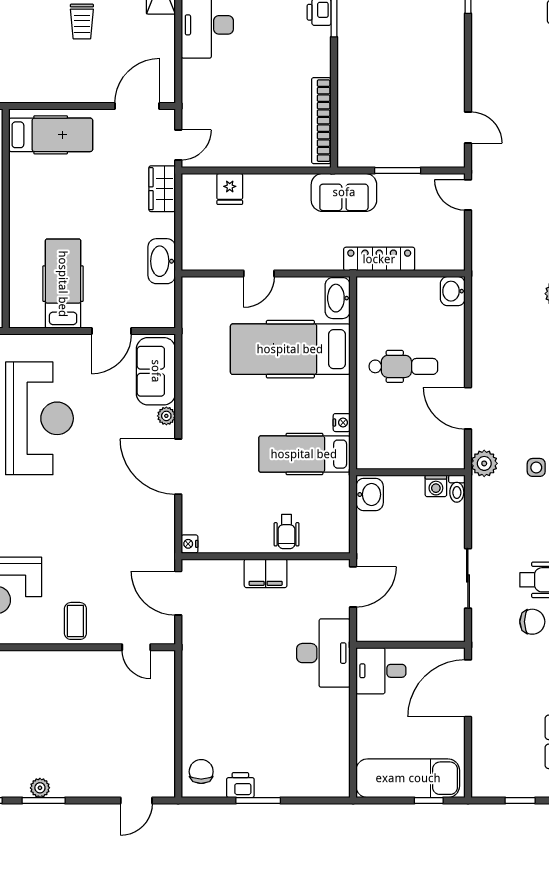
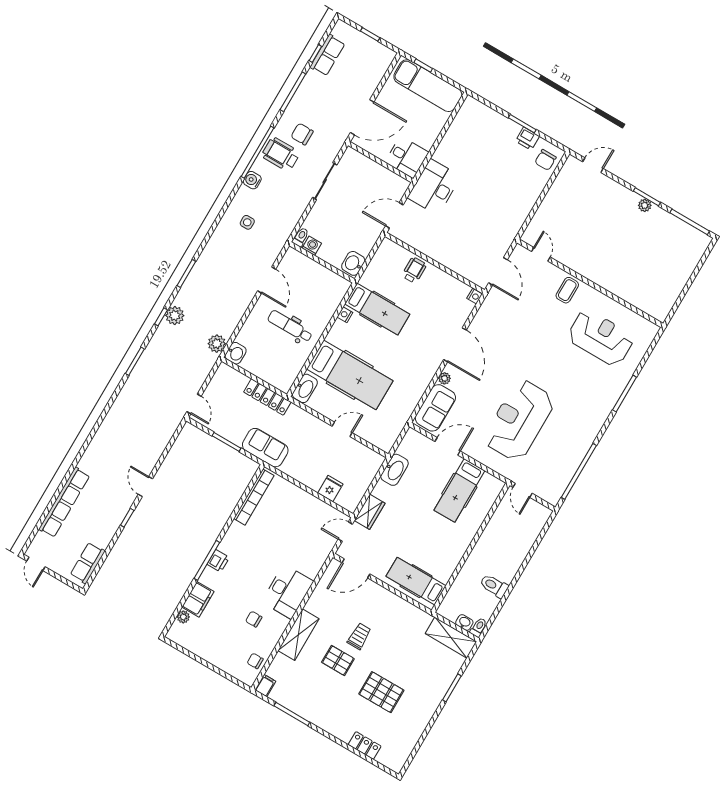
door: (468, 128) -> (145, 487), moved
plant: (484, 463) -> (217, 344), moved
filing cabinet: (266, 573) -> (441, 253), removed

